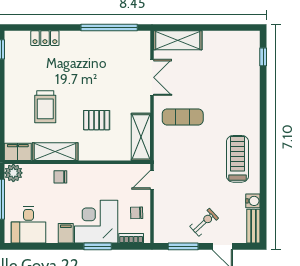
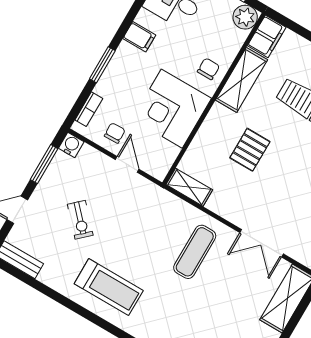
shelving: (141, 137) -> (189, 187), width x0.67, depth x0.75
door: (152, 180) -> (127, 164), moved
water cooler: (253, 201) -> (71, 145), moved, turned 180
corner desk: (96, 222) -> (172, 109), moved, turned 180
exercise bike: (204, 222) -> (80, 220), moved

